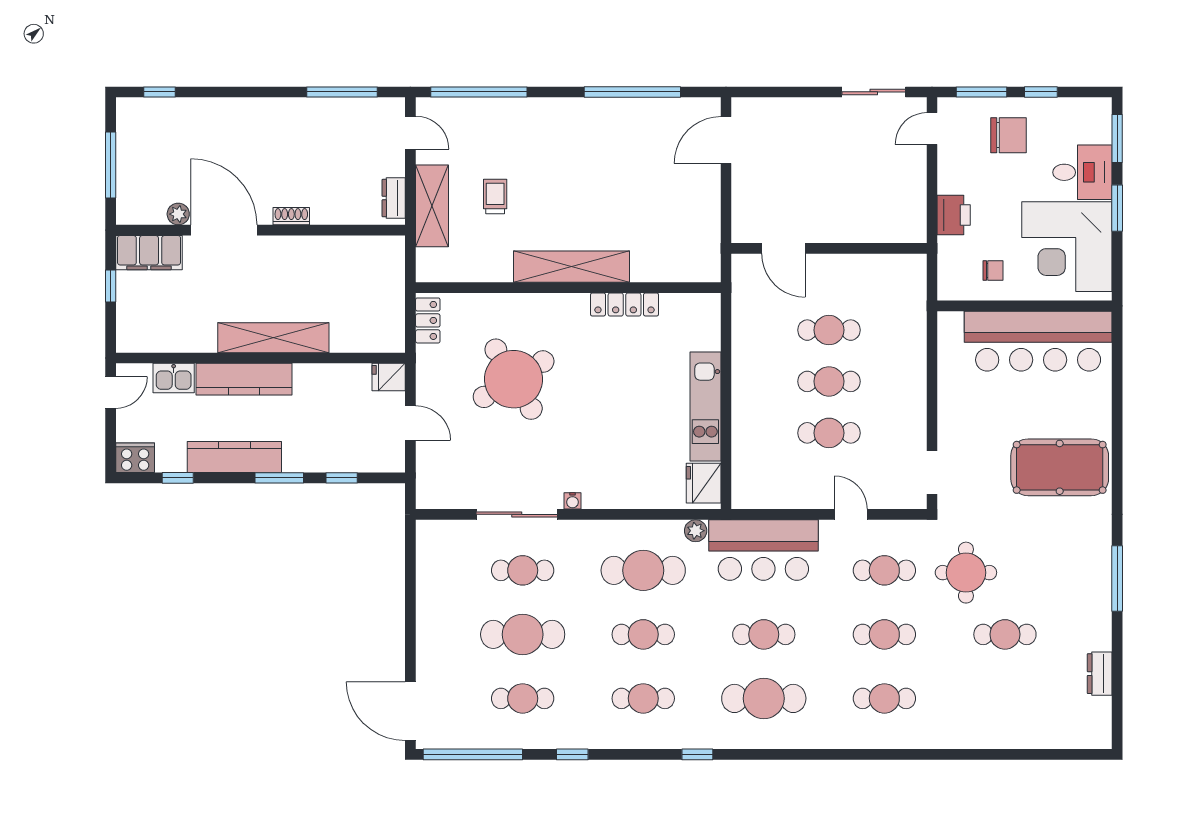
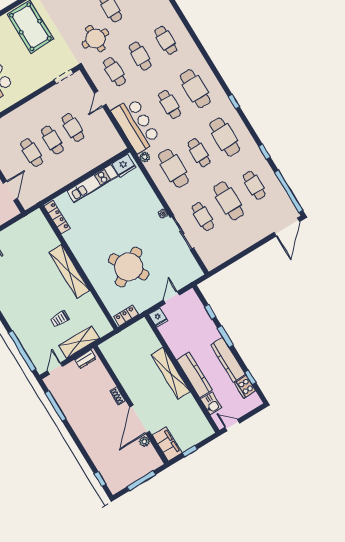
locker: (625, 304) -> (57, 217), moved
cooker: (135, 458) -> (245, 387), moved
cafe table: (643, 698) -> (225, 137), width x1.37, depth x1.35

